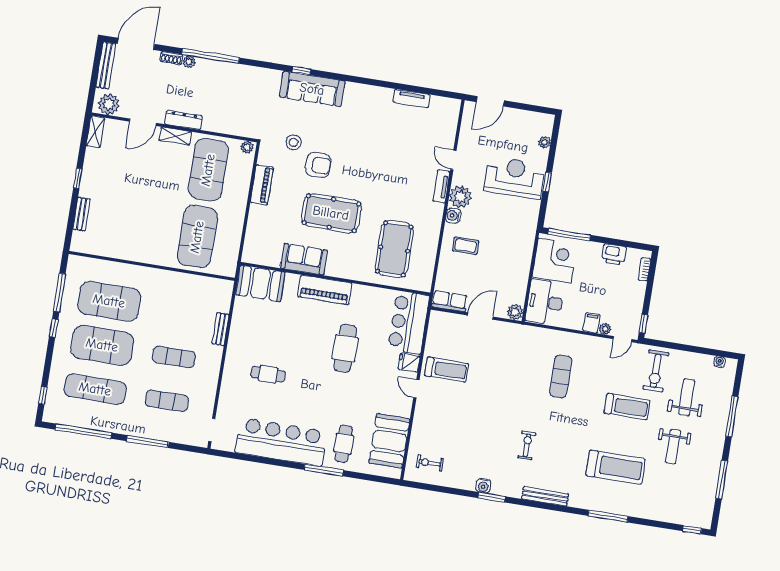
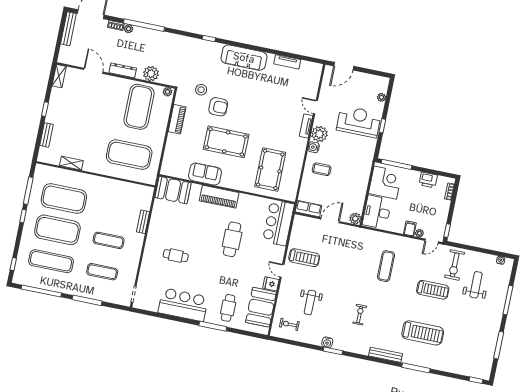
sofa: (312, 89) -> (244, 58), moved
plant: (109, 104) -> (151, 74), moved
door: (143, 122) -> (93, 71), swing flipped
shelving: (175, 136) -> (71, 163), moved
exercise mat: (197, 237) -> (129, 155), turned 90
fridge: (409, 363) -> (271, 284), moved
bar counter: (281, 442) -> (183, 305), width x0.73
weight bench: (673, 447) -> (310, 302), moved
bench: (545, 496) -> (386, 355), moved

